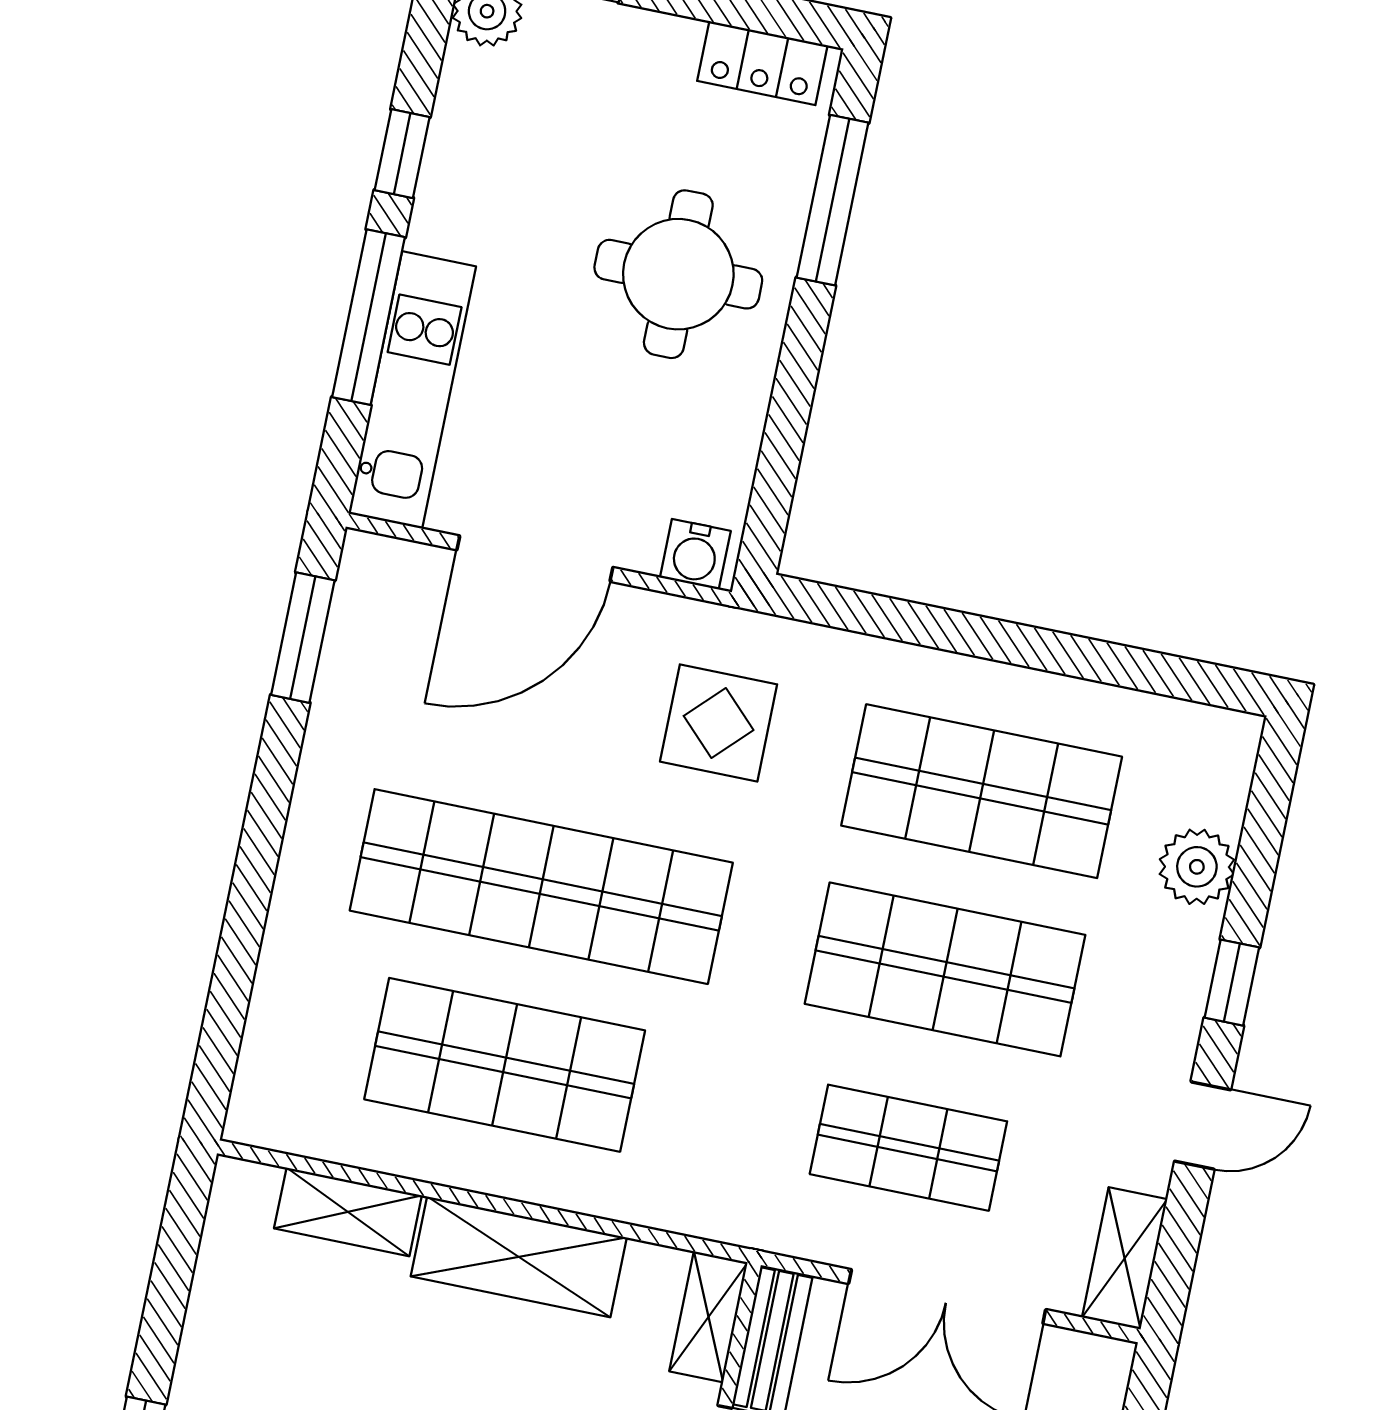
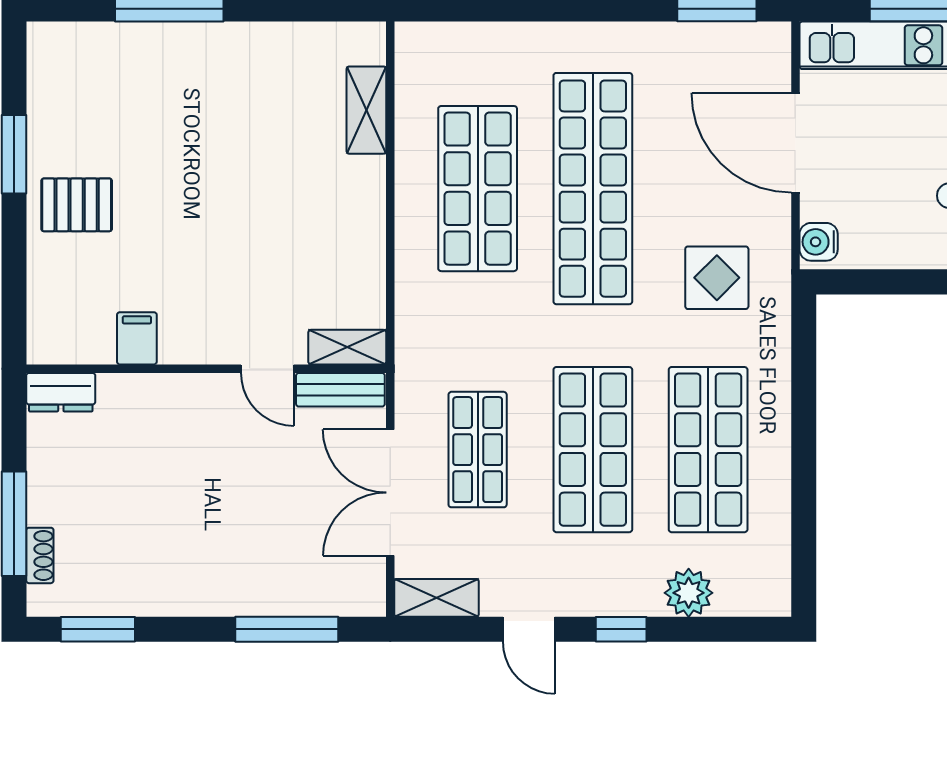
shelving: (519, 1257) -> (360, 222), removed

